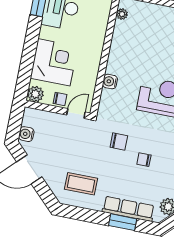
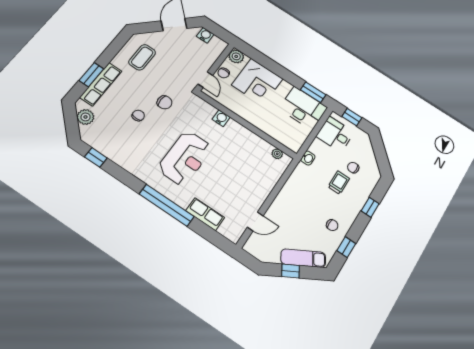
chair: (119, 142) -> (164, 102), turned -90

